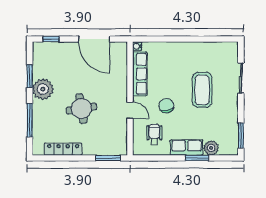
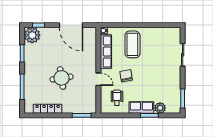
plant: (43, 89) -> (32, 35), moved
coffee table: (202, 90) -> (132, 44), moved

